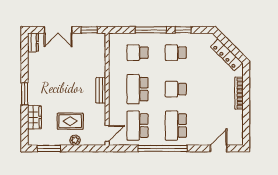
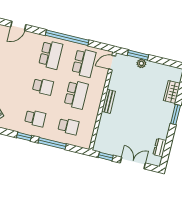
dresser: (33, 43) -> (160, 147), moved
rug: (70, 121) -> (142, 81), removed
window: (49, 148) -> (138, 55), moved

